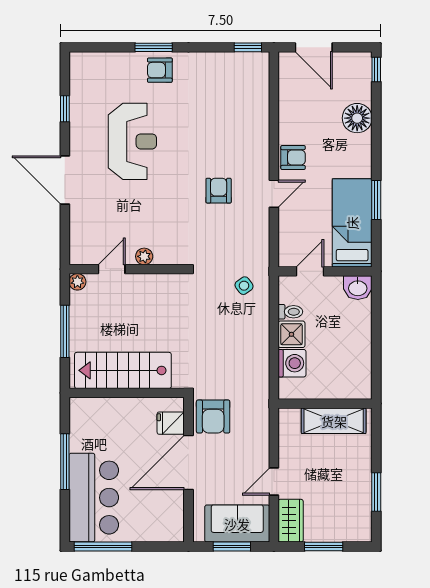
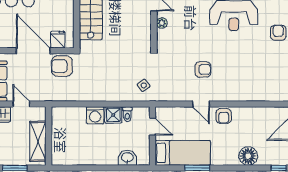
washbasin: (358, 288) -> (127, 158), moved, turned 90
wall: (325, 404) -> (49, 136), moved
shelving: (334, 421) -> (38, 141), moved

